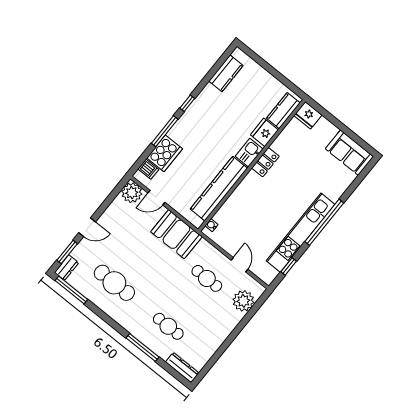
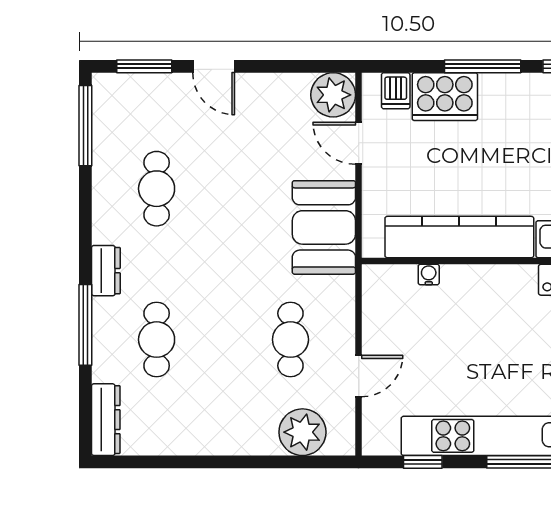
water cooler: (212, 225) -> (429, 274), moved
dresser: (67, 268) -> (106, 271), moved, turned -90
cafe table: (114, 283) -> (157, 189), width x0.73, depth x0.74

